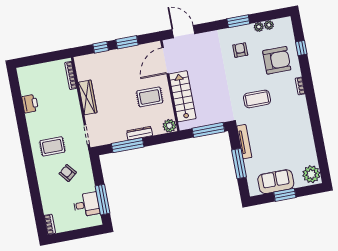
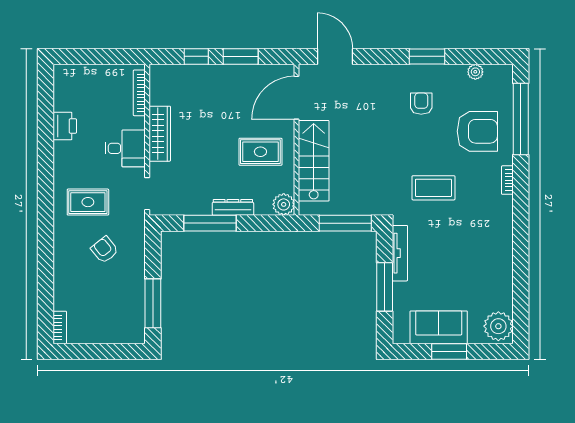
plant: (259, 27) -> (458, 72), removed
window: (301, 48) -> (521, 119), width x3.17
desk: (86, 205) -> (125, 148), moved

